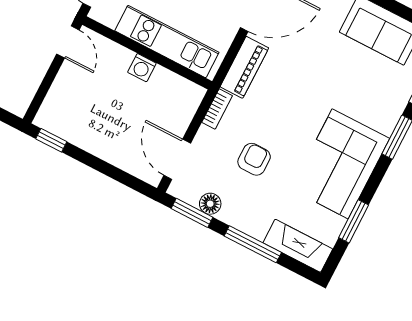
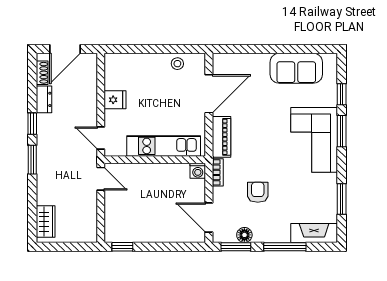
washing machine: (142, 68) -> (198, 171), moved
corner sofa: (340, 164) -> (314, 140), moved

